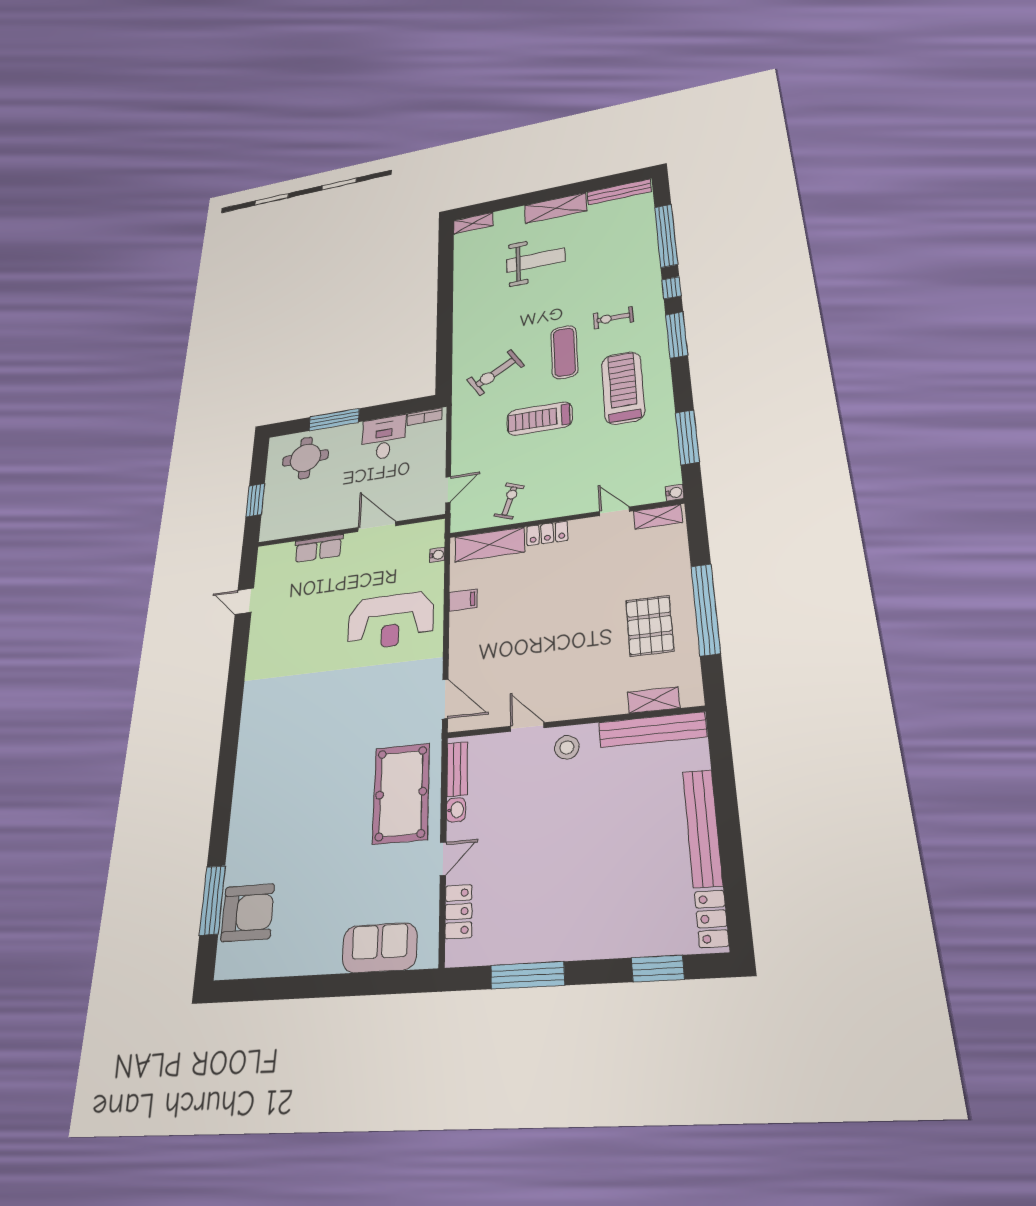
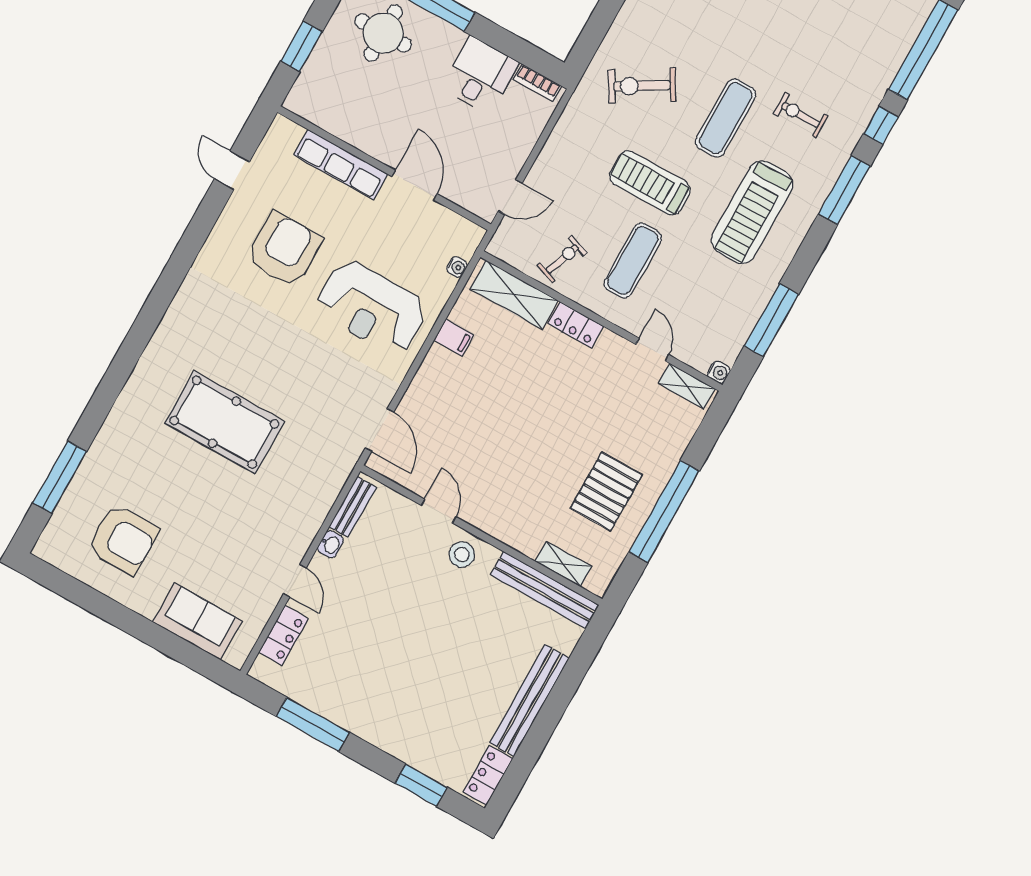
treadmill: (623, 388) -> (752, 212), turned 180
exercise mat: (560, 469) -> (633, 261), added
row of seats: (318, 548) -> (341, 165), width x1.48
armchair: (307, 626) -> (284, 249), added
pool table: (401, 793) -> (224, 422), moved, turned 90
door: (443, 859) -> (295, 581), hinge flipped
armchair: (248, 913) -> (123, 539), moved

